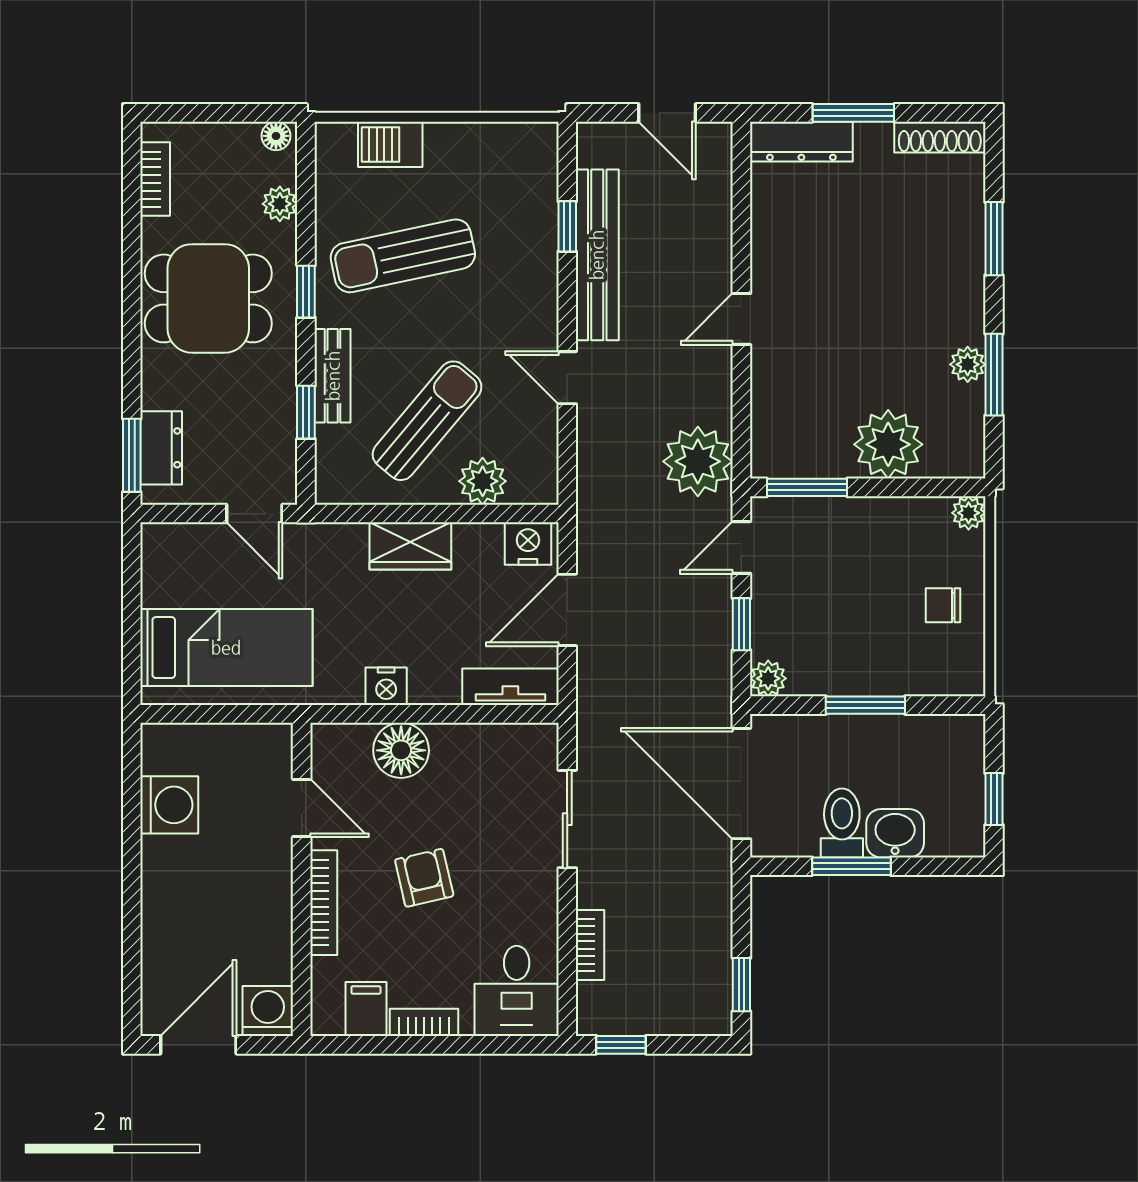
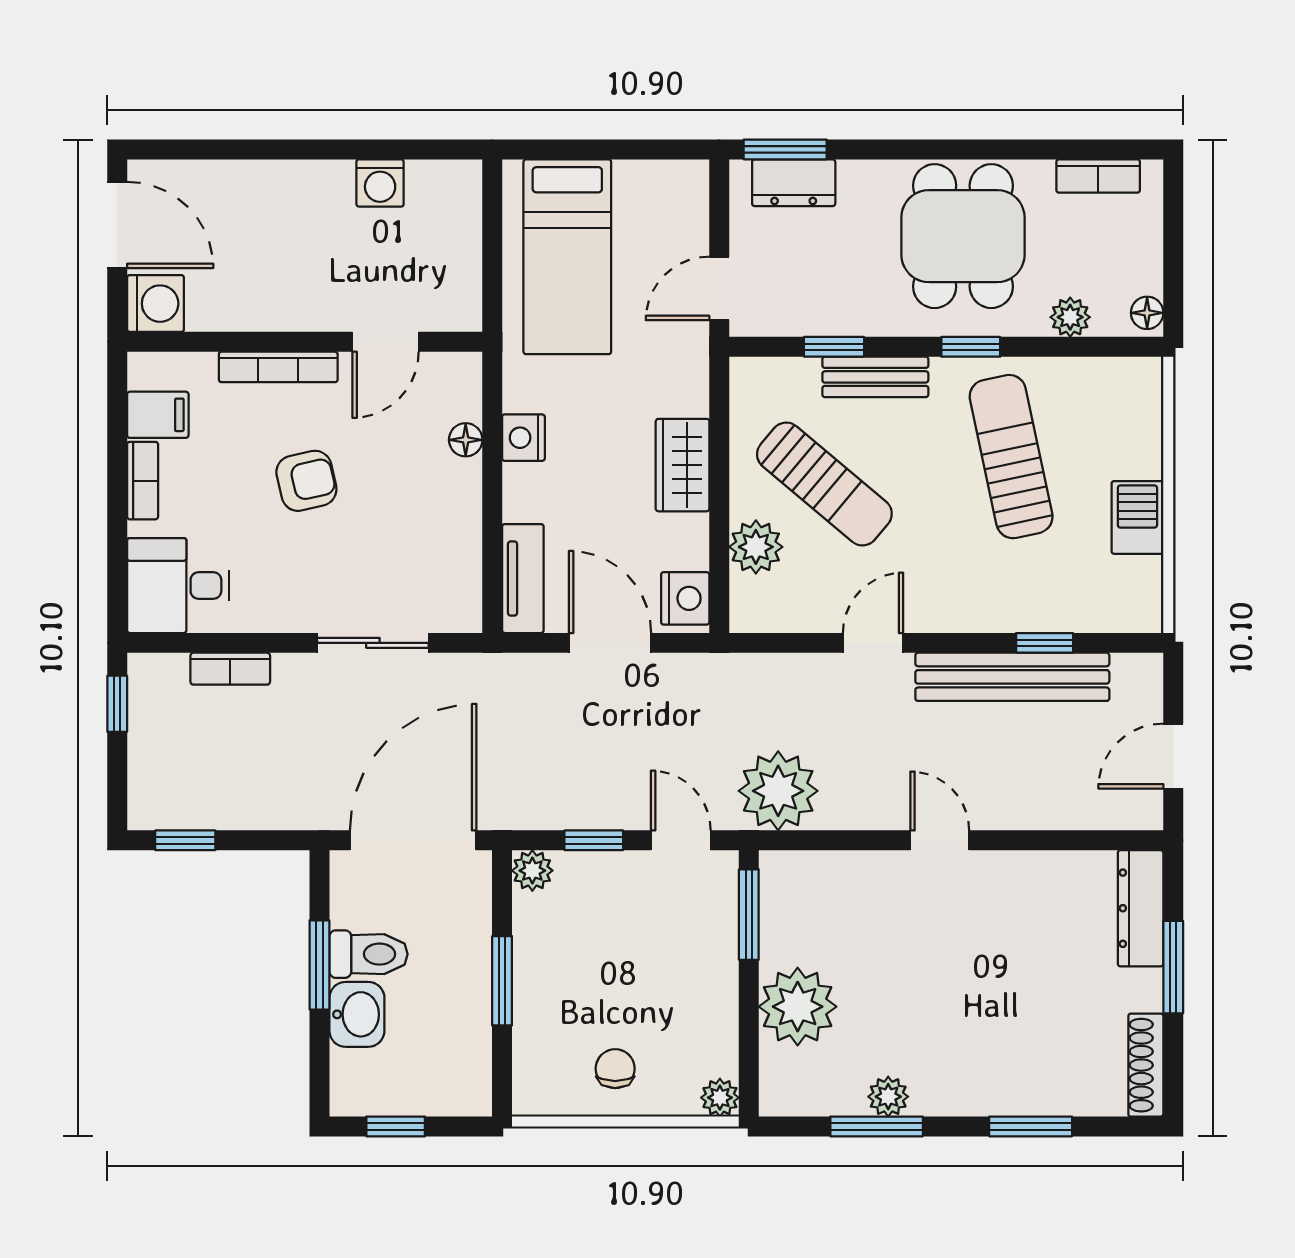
barbecue: (390, 144) -> (1137, 517), moved
floor lamp: (401, 750) -> (466, 440), width x0.53, depth x0.53
washing machine: (169, 805) -> (380, 183), width x0.73, depth x0.73

